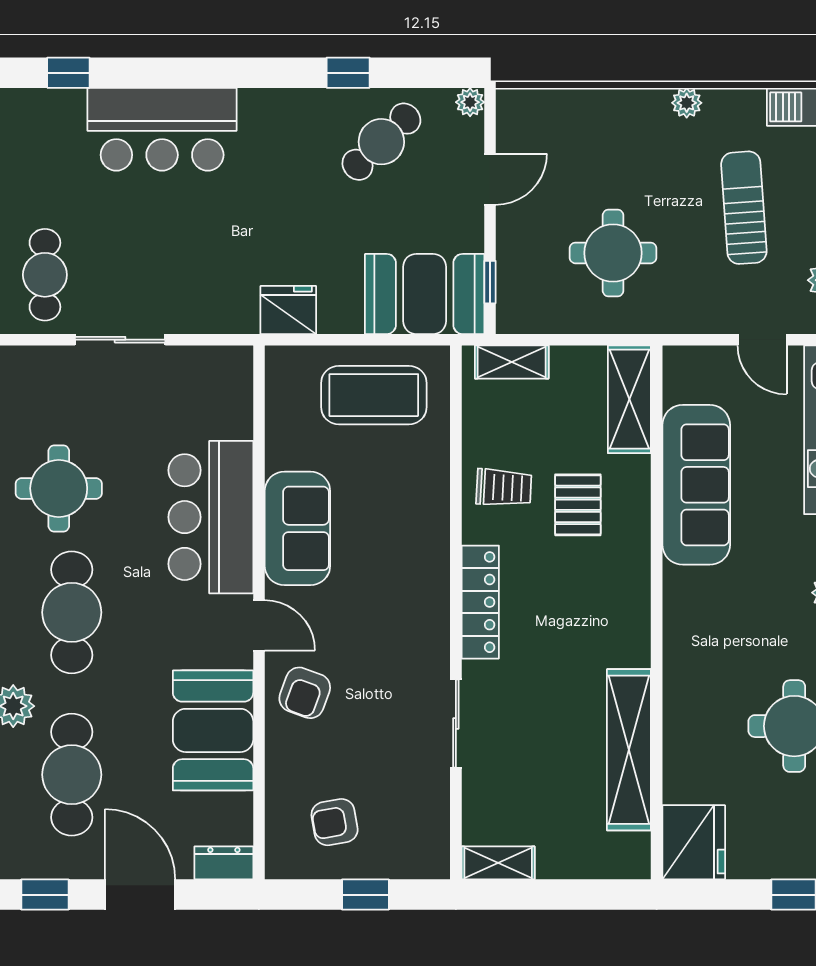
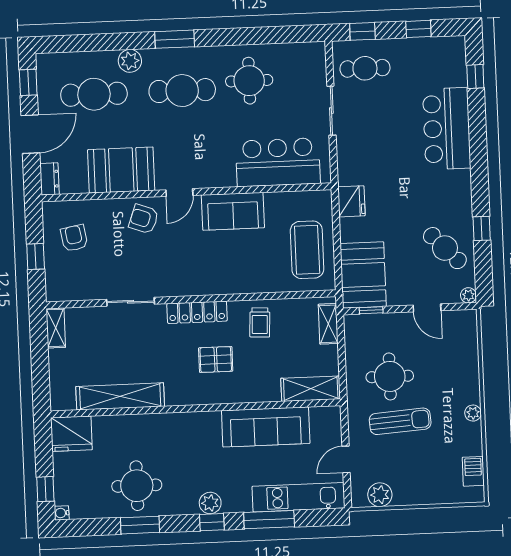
sun lounger: (744, 208) -> (400, 421), moved
pallet: (578, 505) -> (216, 359), moved
bar counter: (211, 517) -> (278, 162), moved

